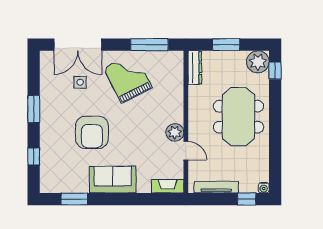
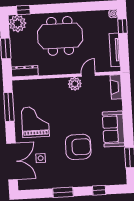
grand piano: (128, 78) -> (35, 122), turned 117

